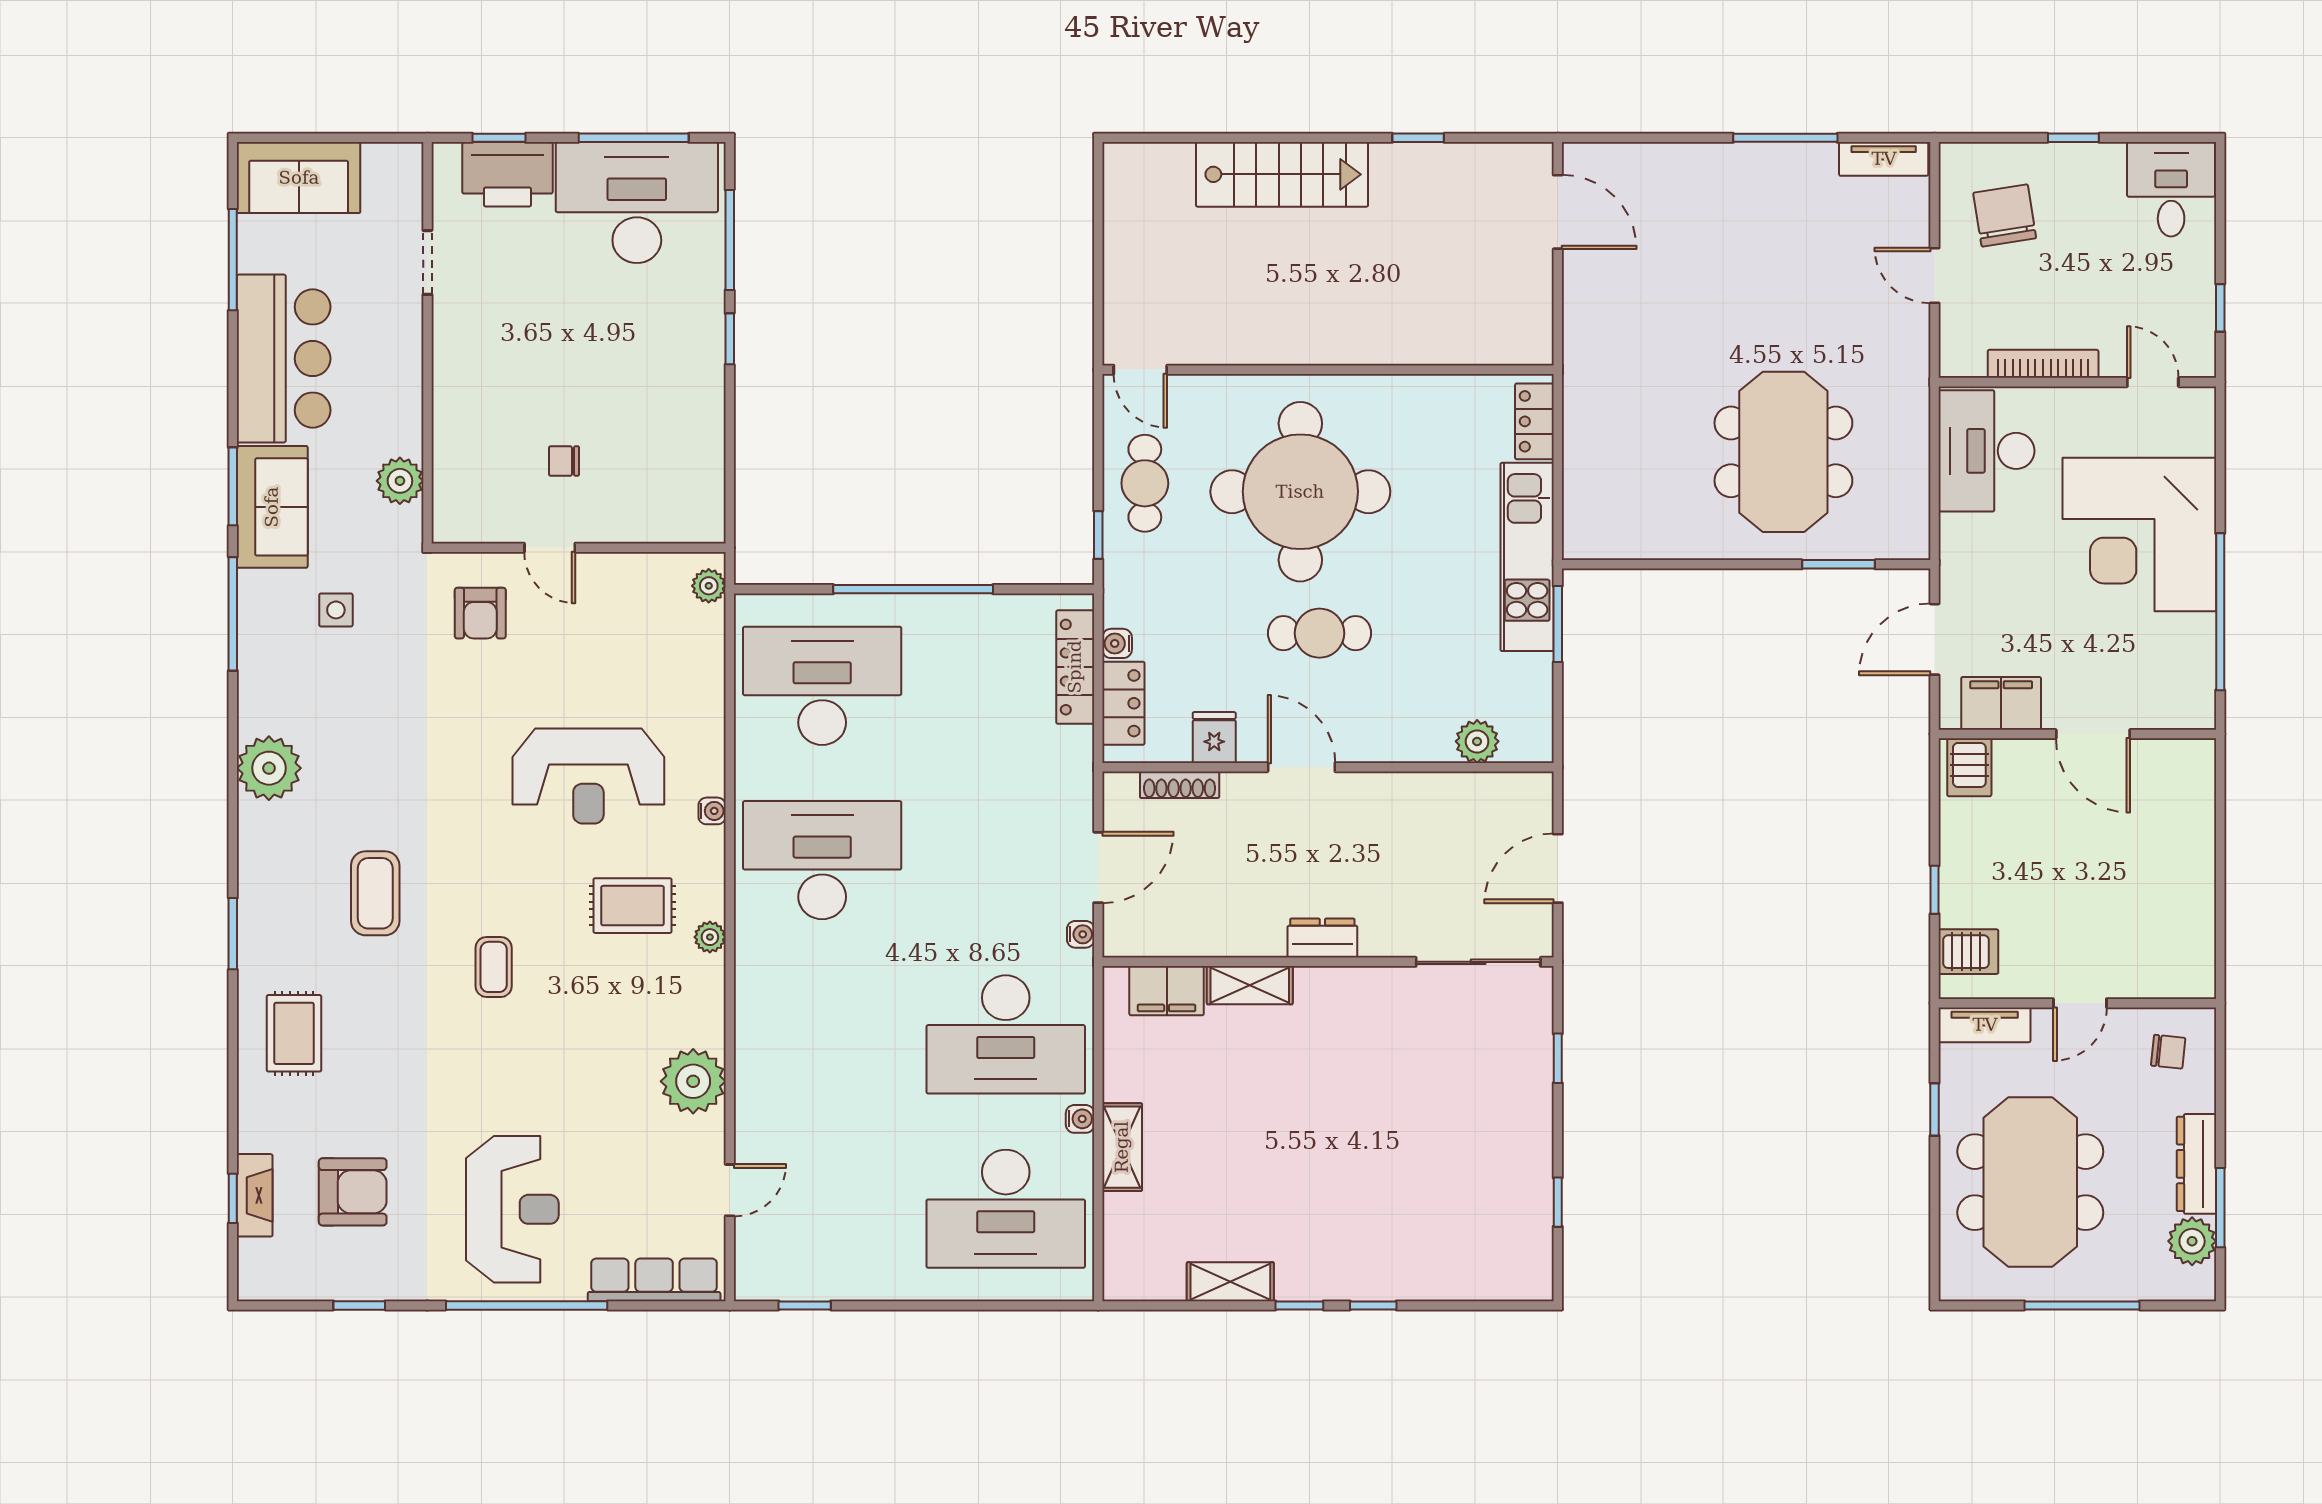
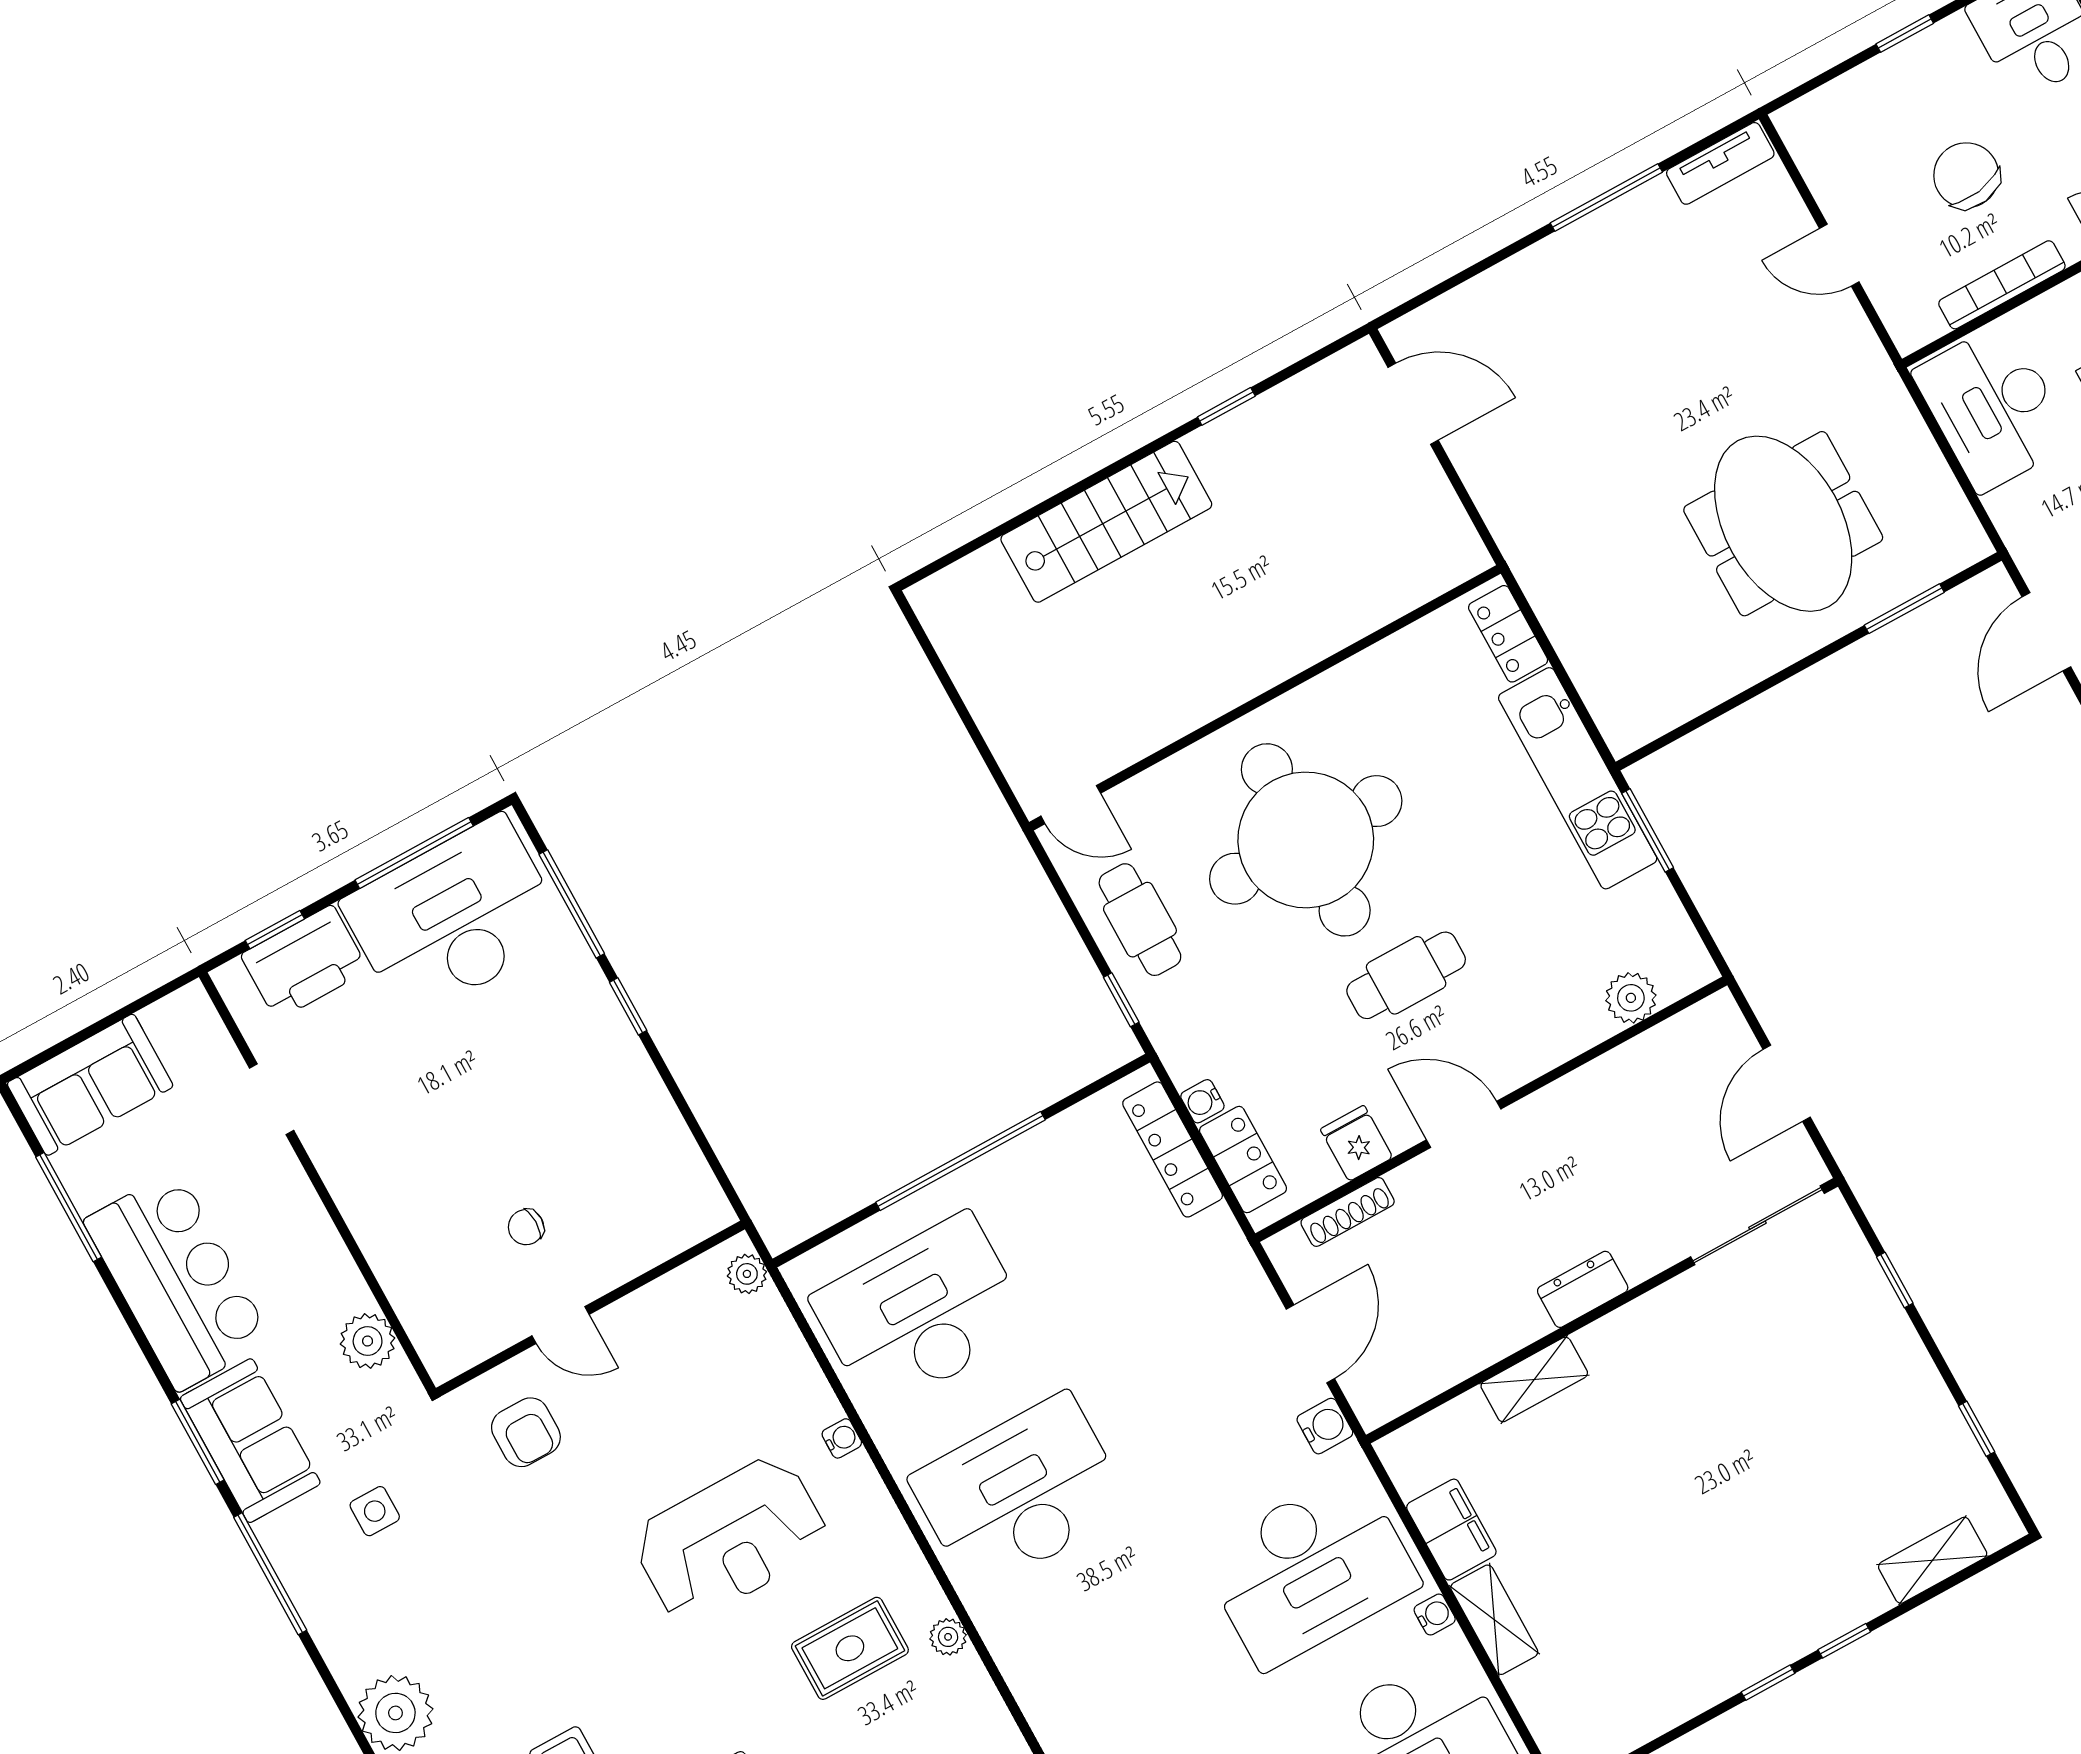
chair: (2005, 215) -> (1966, 175), moved
water cooler: (712, 811) -> (842, 1438), moved
water cooler: (1081, 934) -> (1325, 1426), width x1.38, depth x1.38
filing cabinet: (1167, 991) -> (1451, 1530), moved, turned -90
shelving: (1230, 1282) -> (1933, 1560), moved

